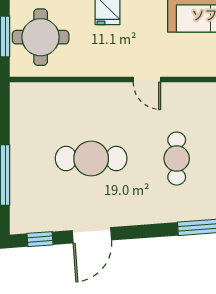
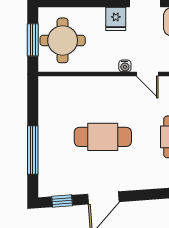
water cooler: (119, 69) -> (125, 66), added

